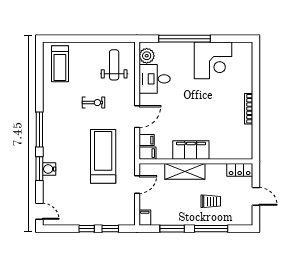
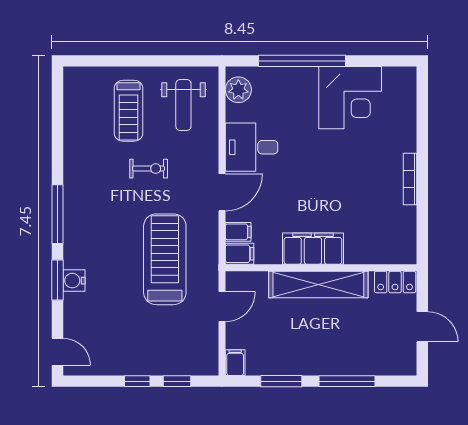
treadmill: (60, 64) -> (129, 111), moved
weight bench: (114, 65) -> (183, 105), turned 180
desk: (155, 79) -> (252, 147), moved
shelving: (185, 171) -> (318, 285), width x1.47
trolley: (211, 201) -> (346, 335), removed

